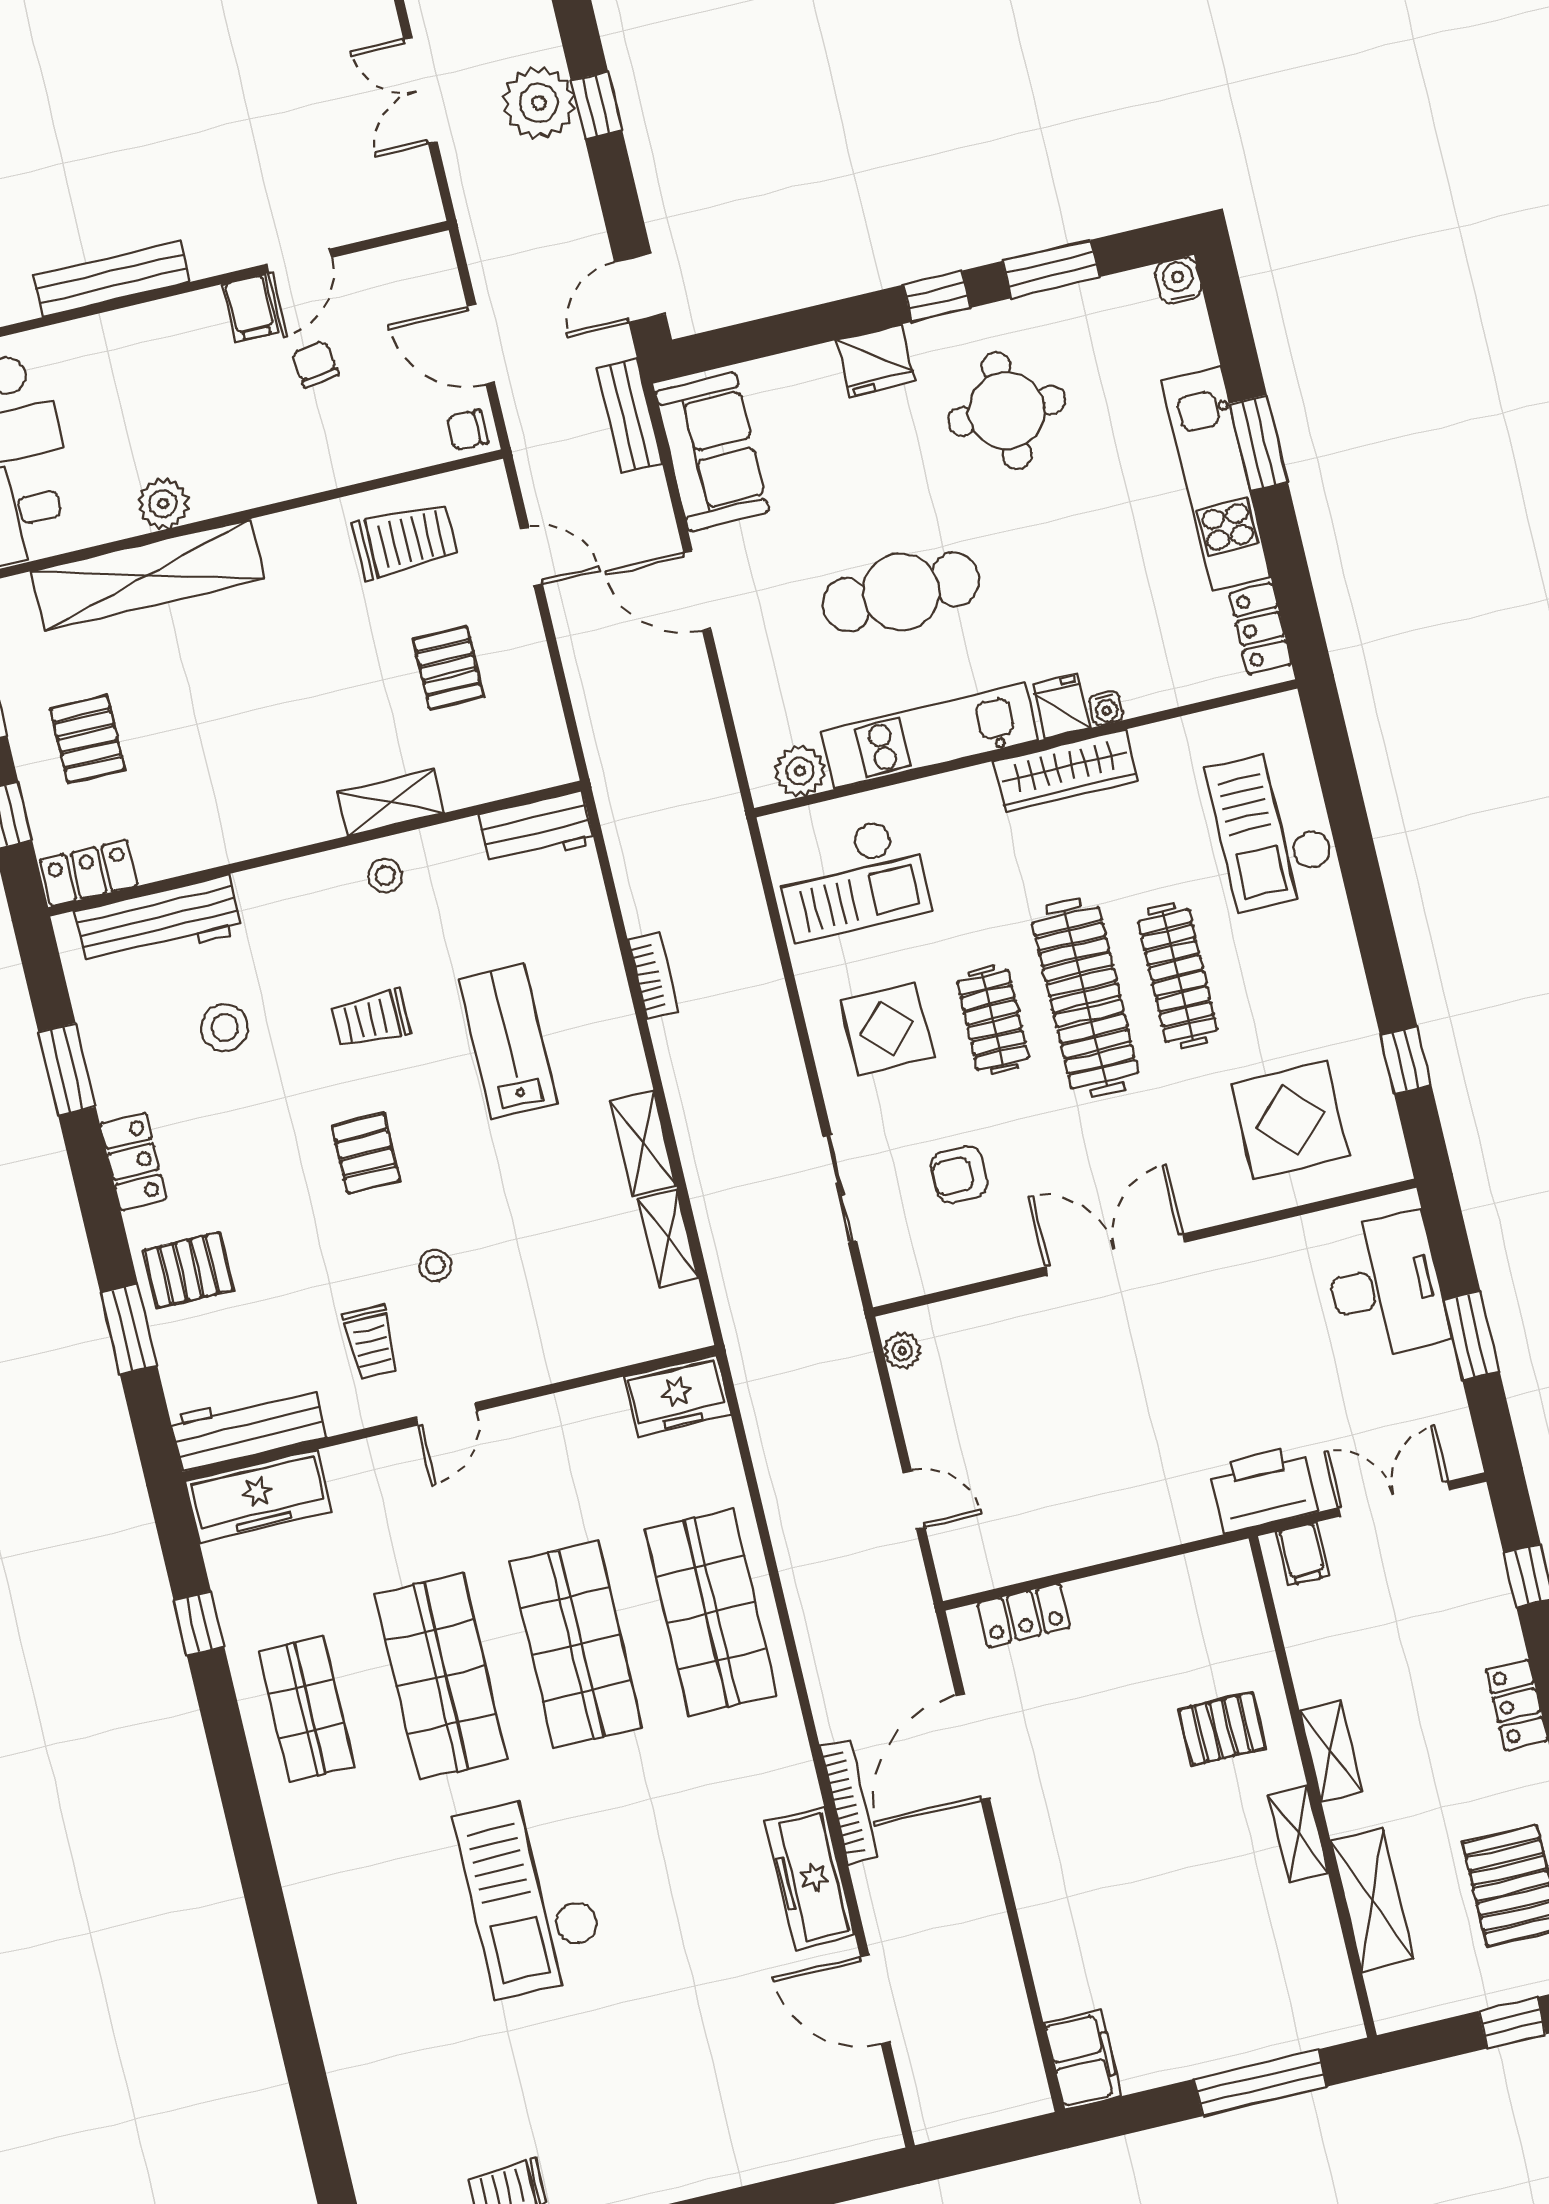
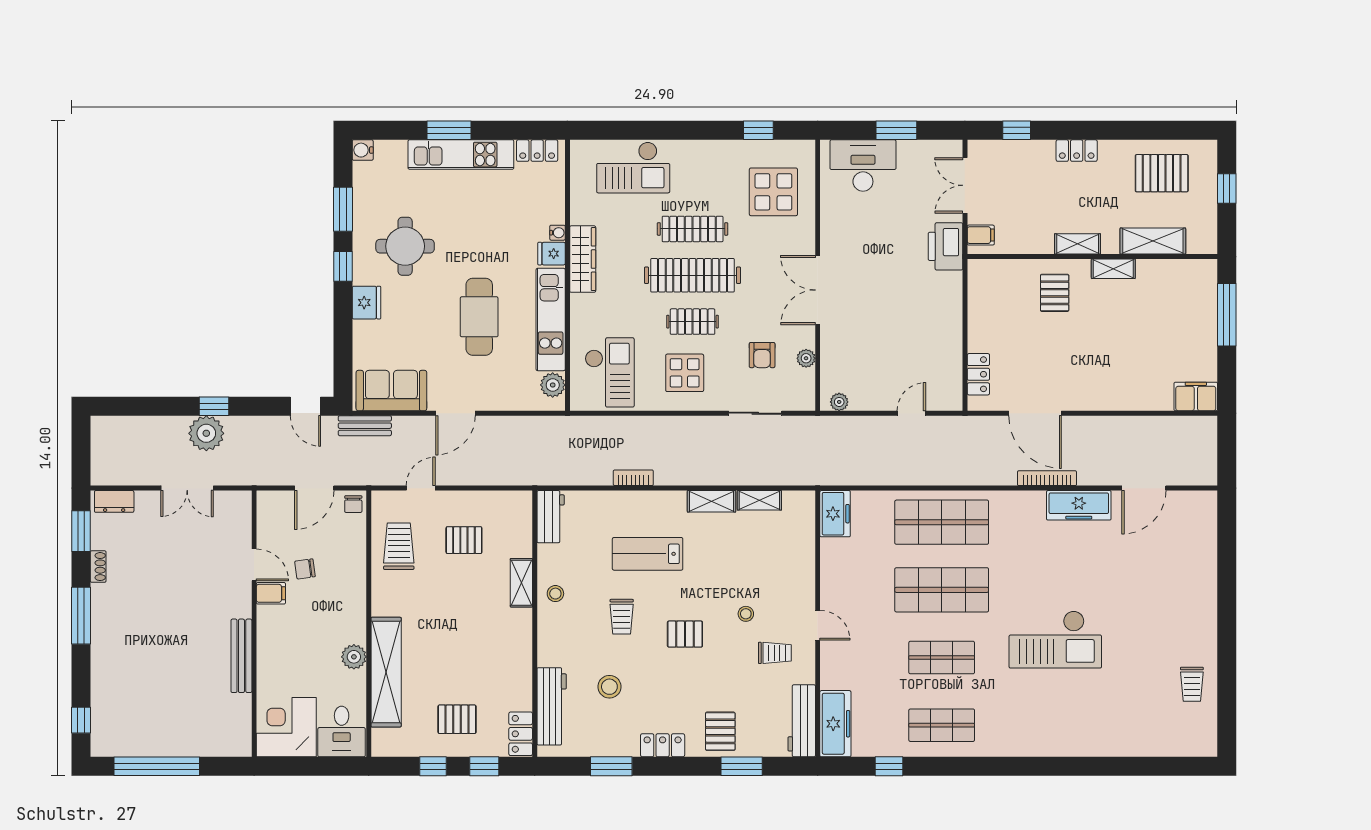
plant: (974, 1264) -> (806, 358), added
shop shelf: (441, 1677) -> (942, 658), width x0.70, depth x0.74

